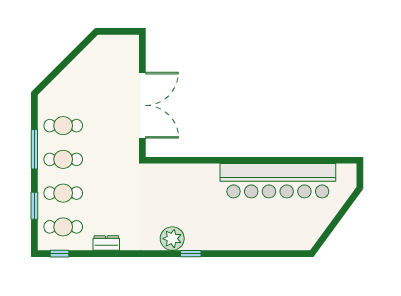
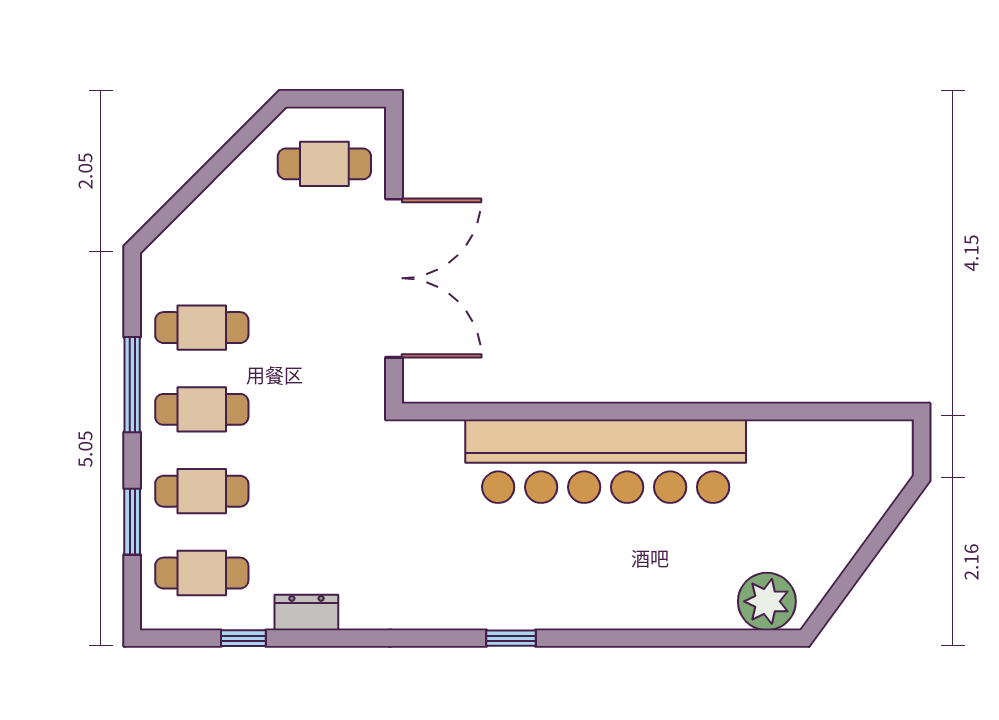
cafe table: (114, 58) -> (324, 164), added
bar counter: (278, 181) -> (606, 461), moved
plant: (172, 239) -> (767, 601), moved
window: (60, 254) -> (243, 638), moved

